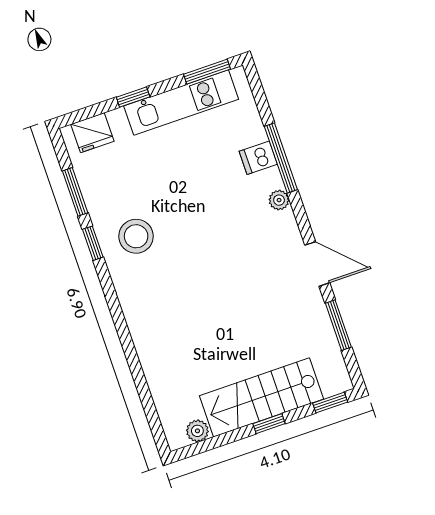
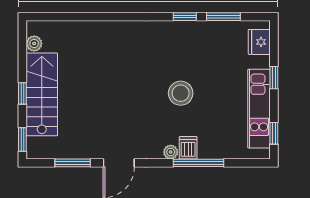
window: (207, 72) -> (274, 133), width x0.67
dishwasher: (258, 158) -> (188, 148), moved
stool: (136, 236) -> (181, 93), moved

